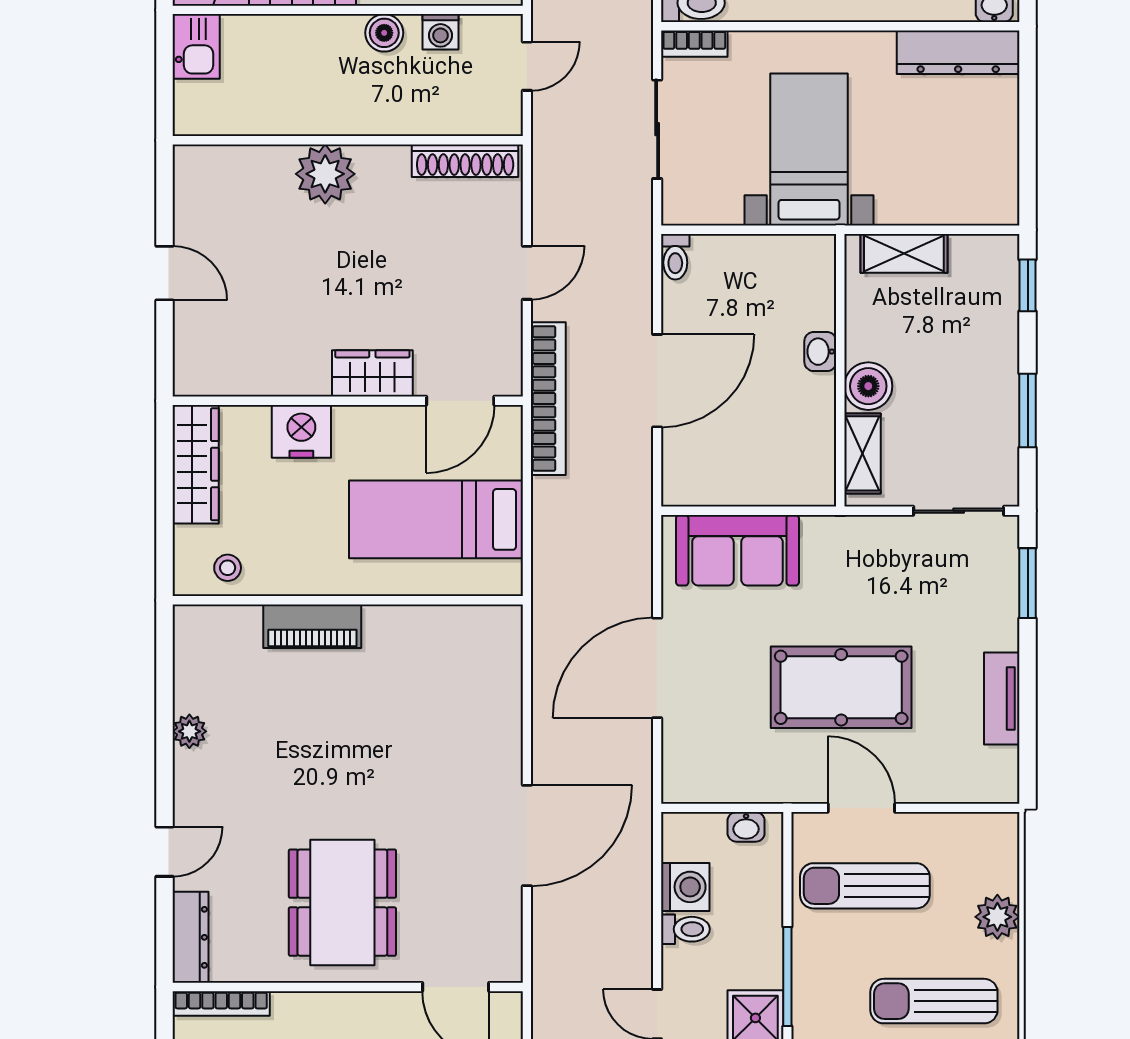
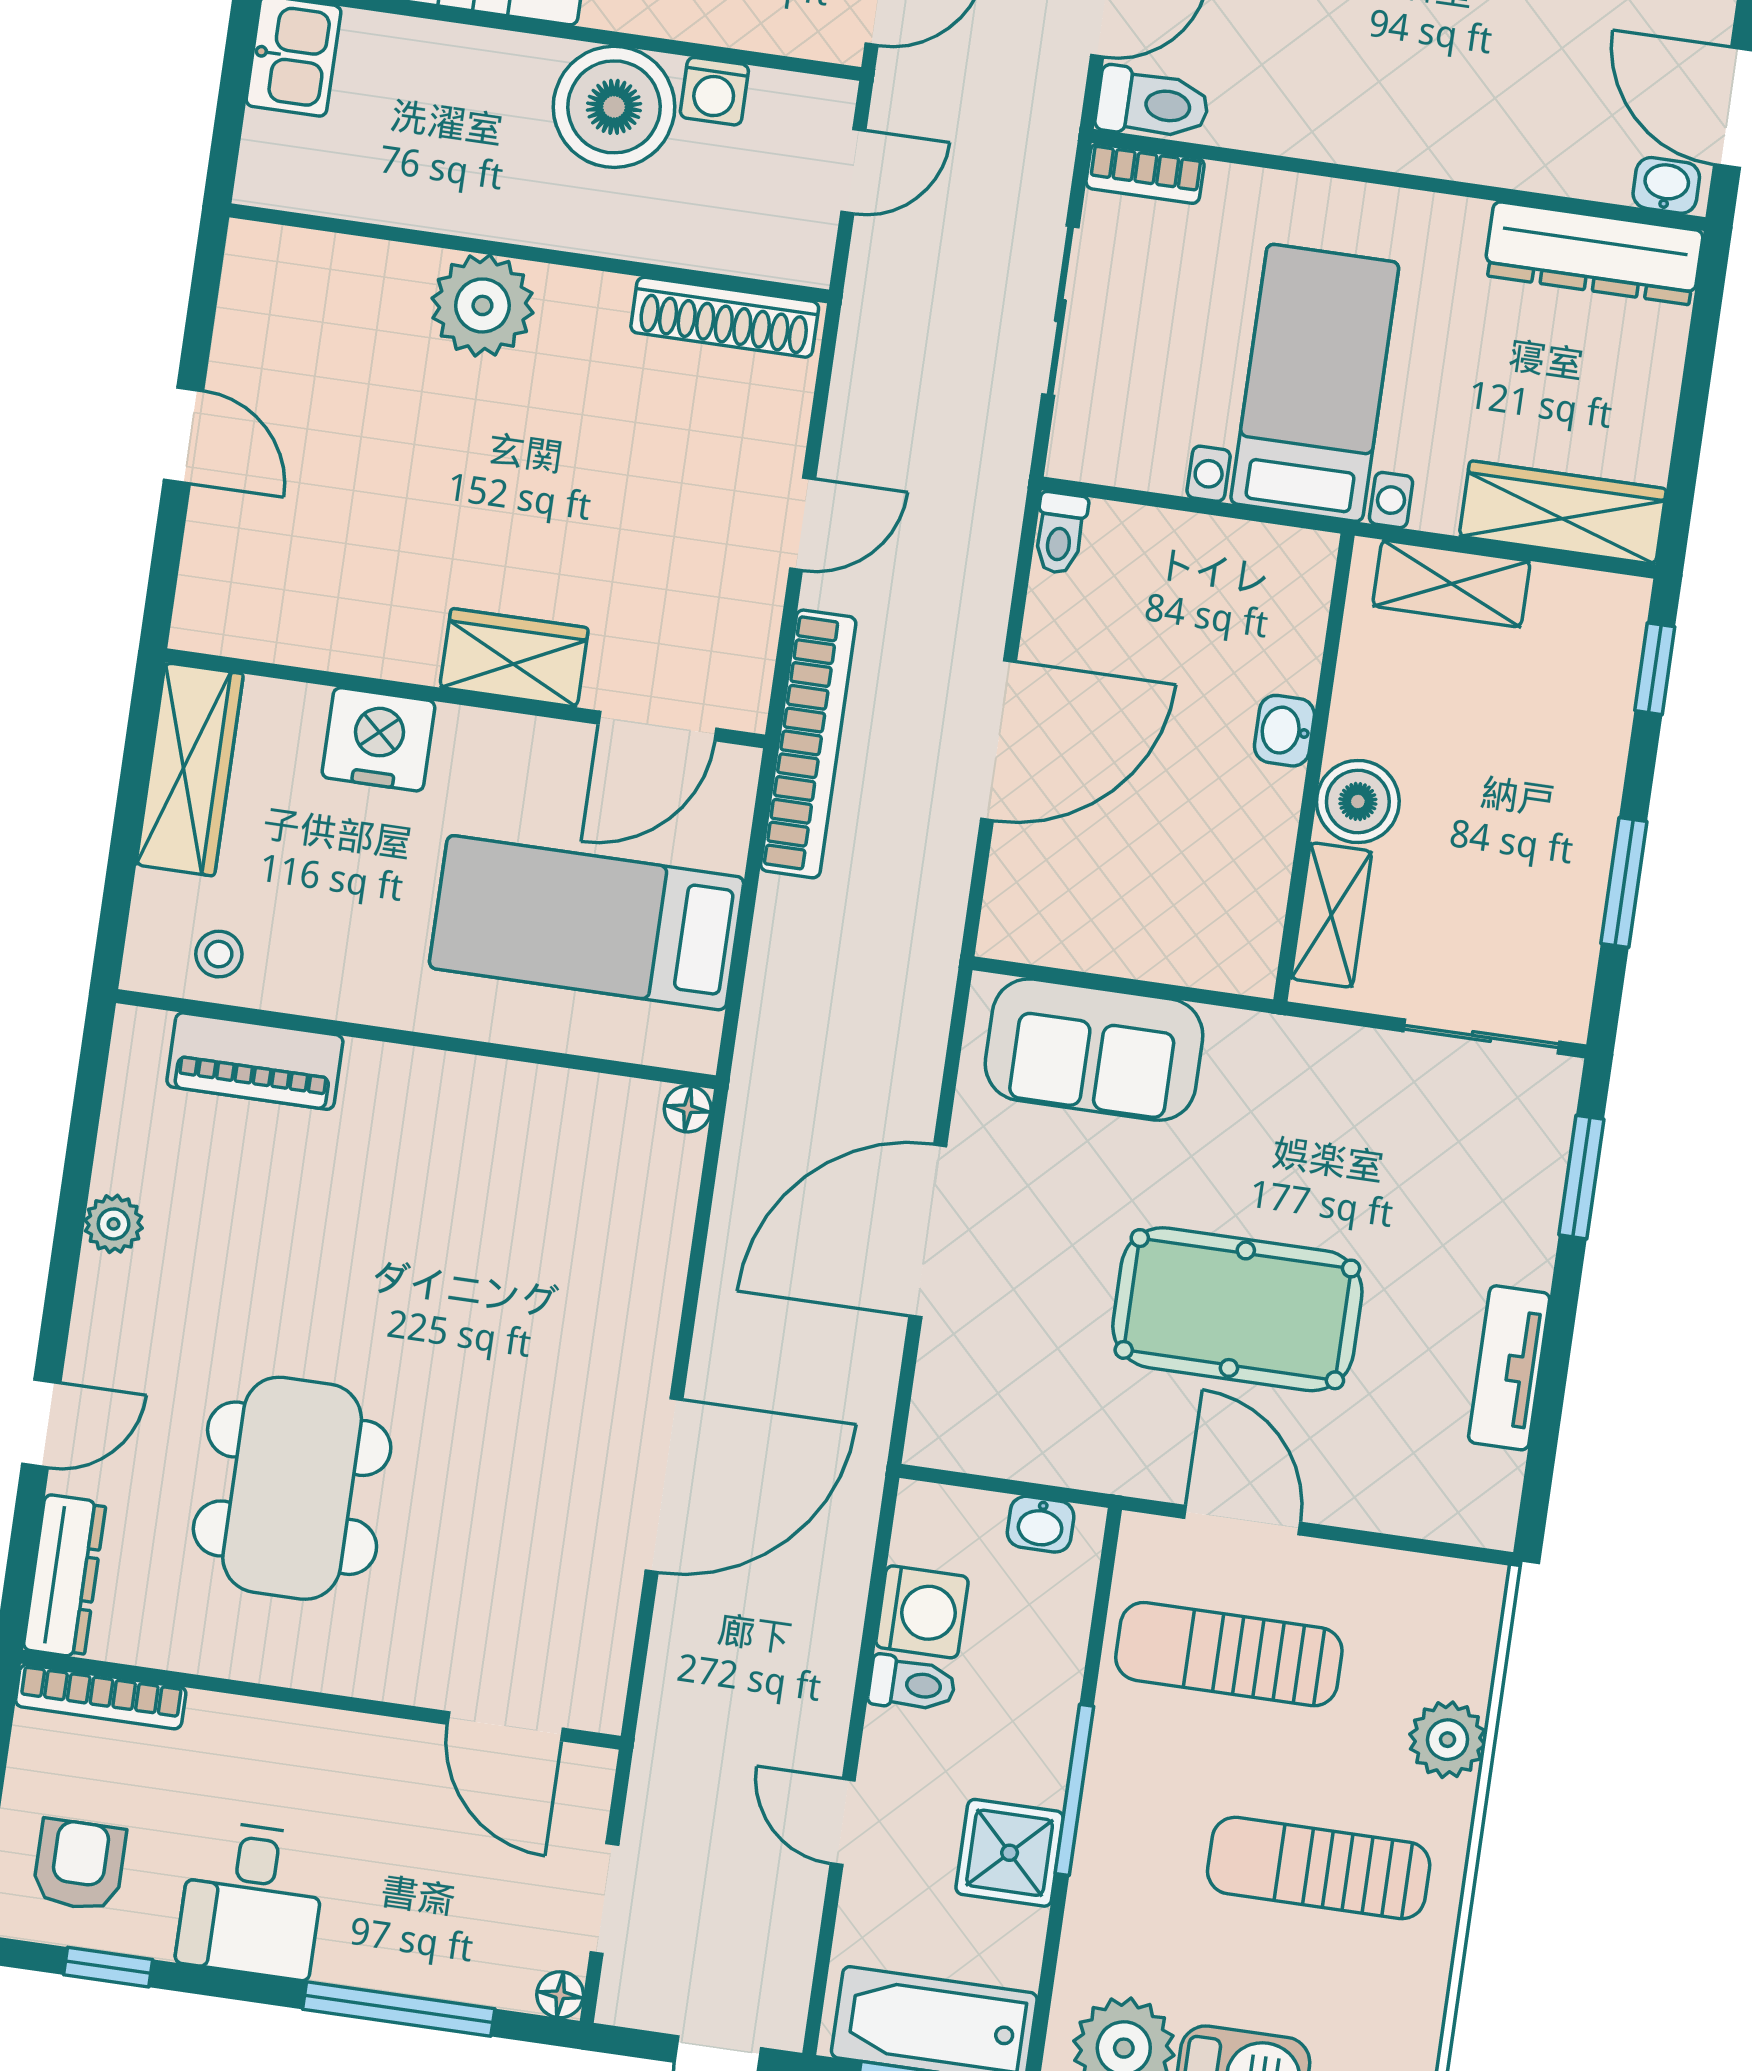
boiler: (384, 33) -> (614, 107), width x1.86, depth x1.86
wardrobe: (962, 203) -> (1563, 513), added
floor lamp: (509, 618) -> (688, 1109), added
piano: (312, 626) -> (255, 1061), moved
dining table: (342, 903) -> (292, 1488), moved

